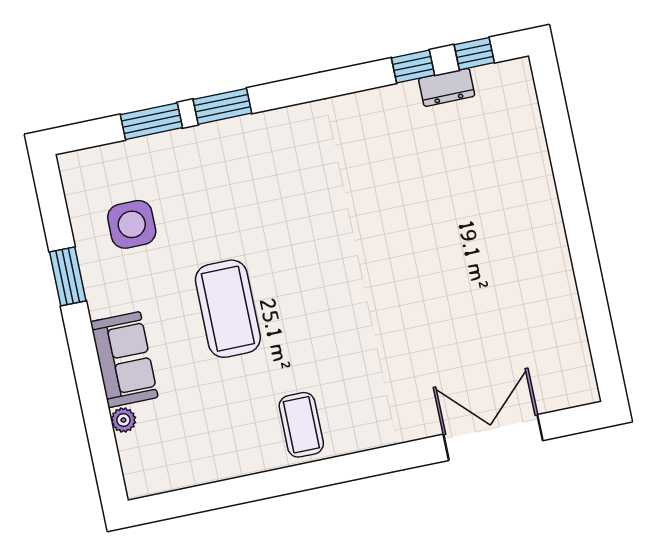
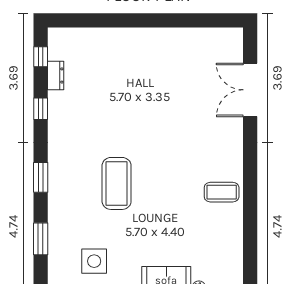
window: (413, 67) -> (41, 109), moved
window: (222, 106) -> (41, 177), moved
coffee table: (228, 309) -> (117, 183), moved, turned 90

